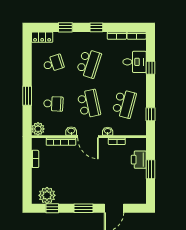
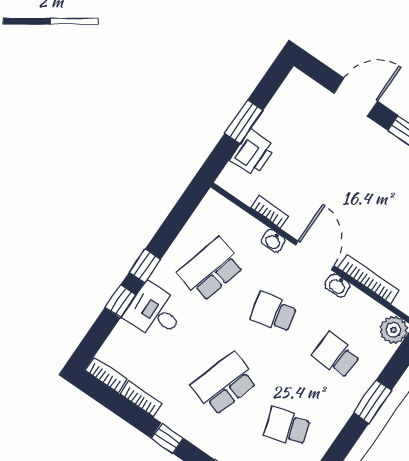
desk: (135, 62) -> (155, 312), moved
school desk: (89, 104) -> (273, 312), width x0.54
window: (150, 114) -> (145, 266), moved

